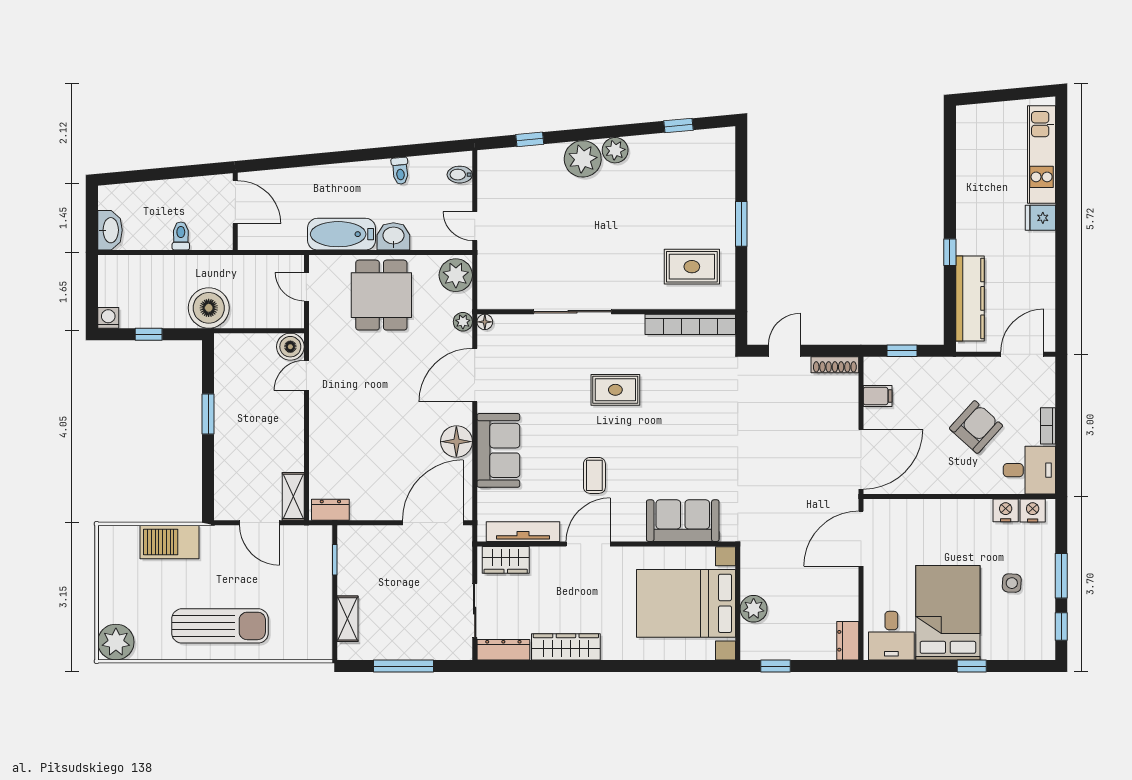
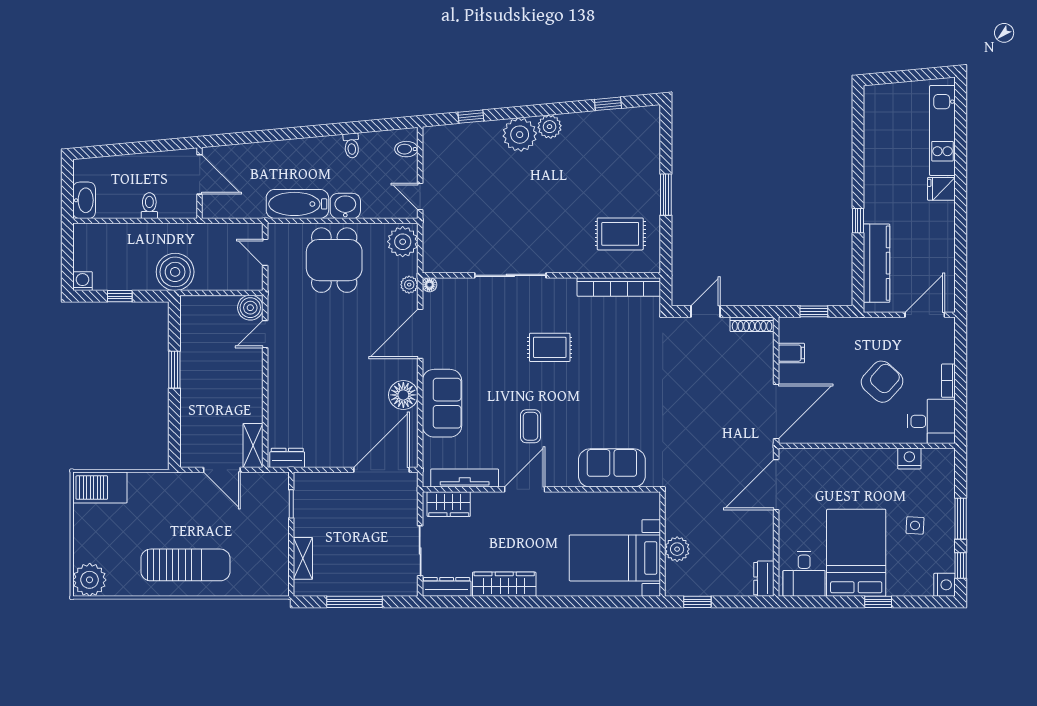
nightstand: (1033, 511) -> (944, 585), moved, turned 90
barbecue: (170, 542) -> (100, 488), moved
bed with nightstands: (686, 603) -> (615, 558), width x0.73

